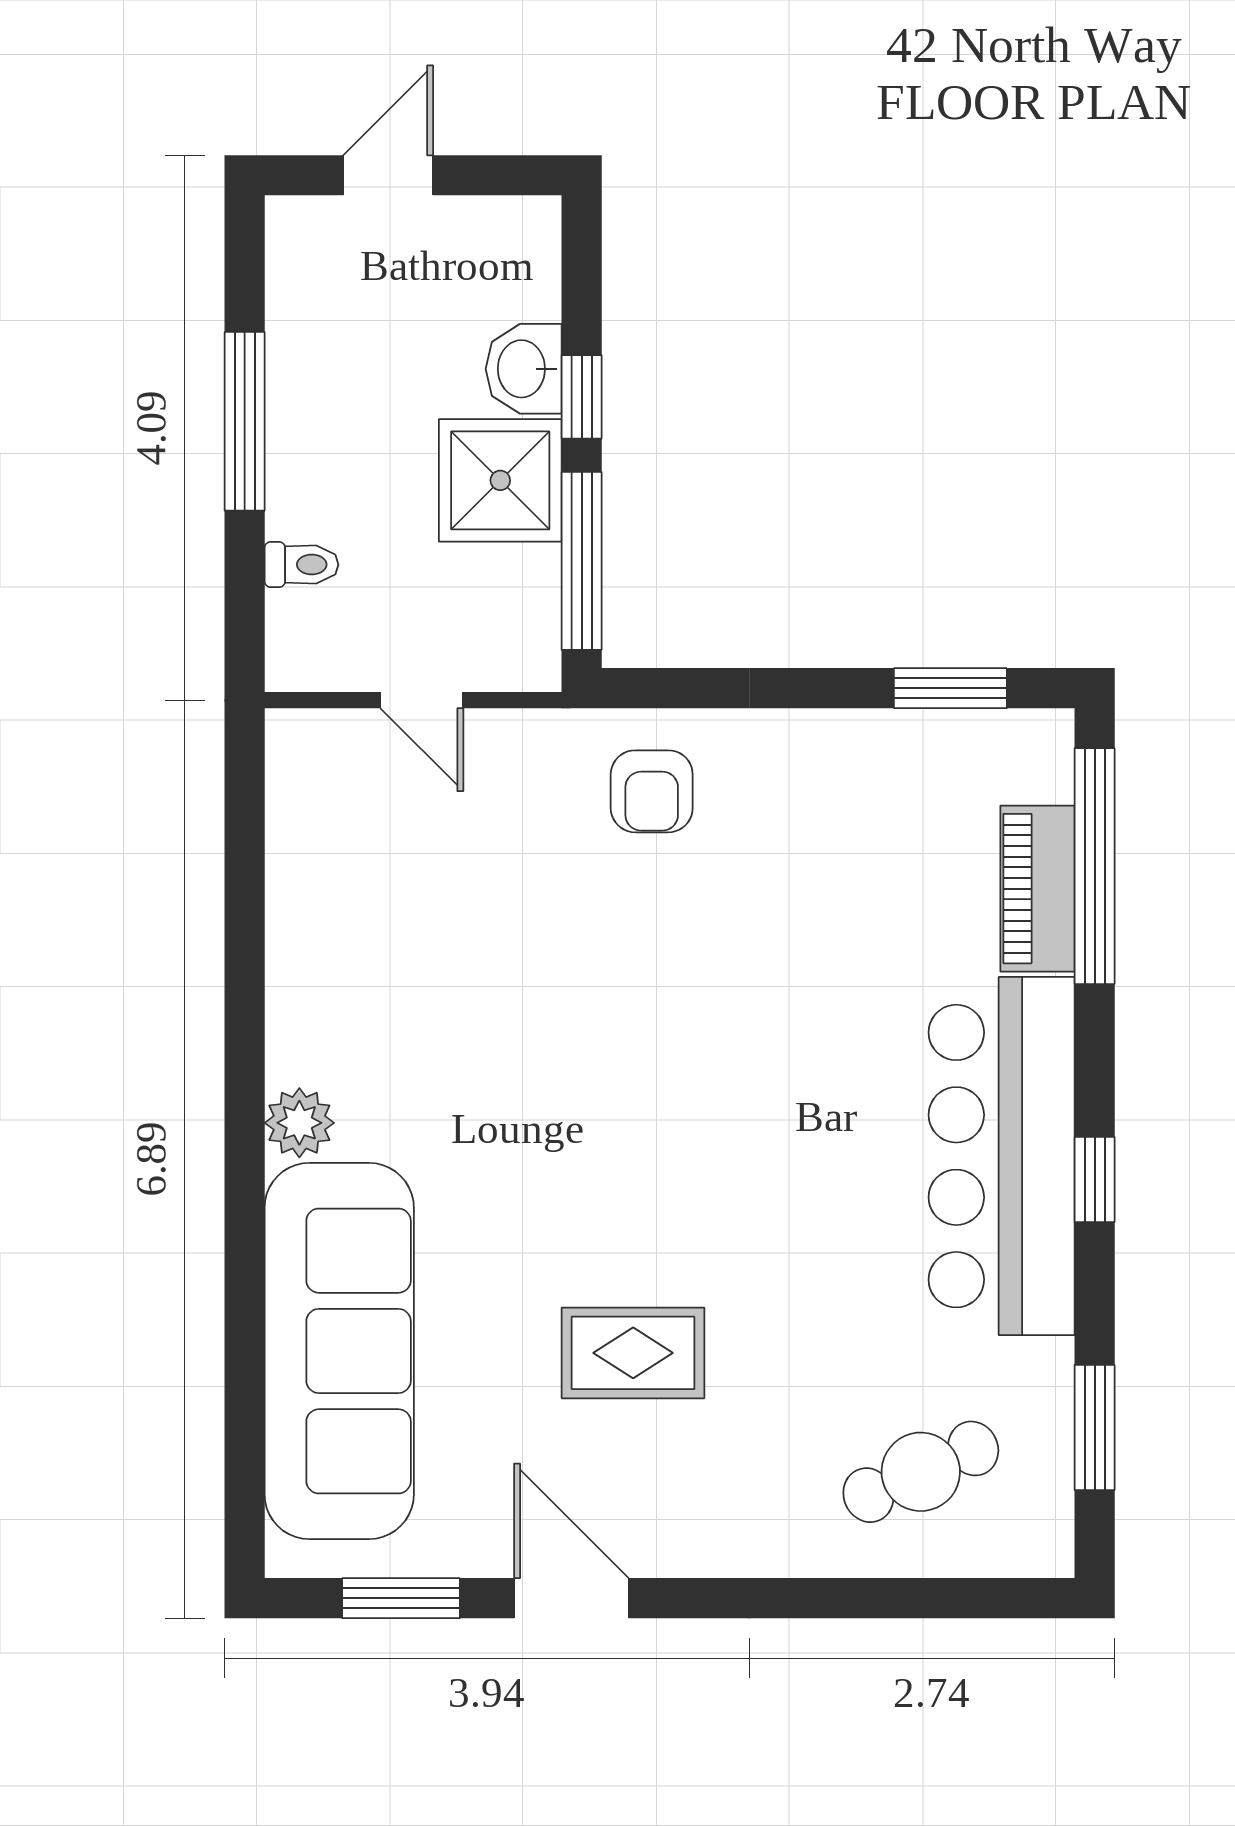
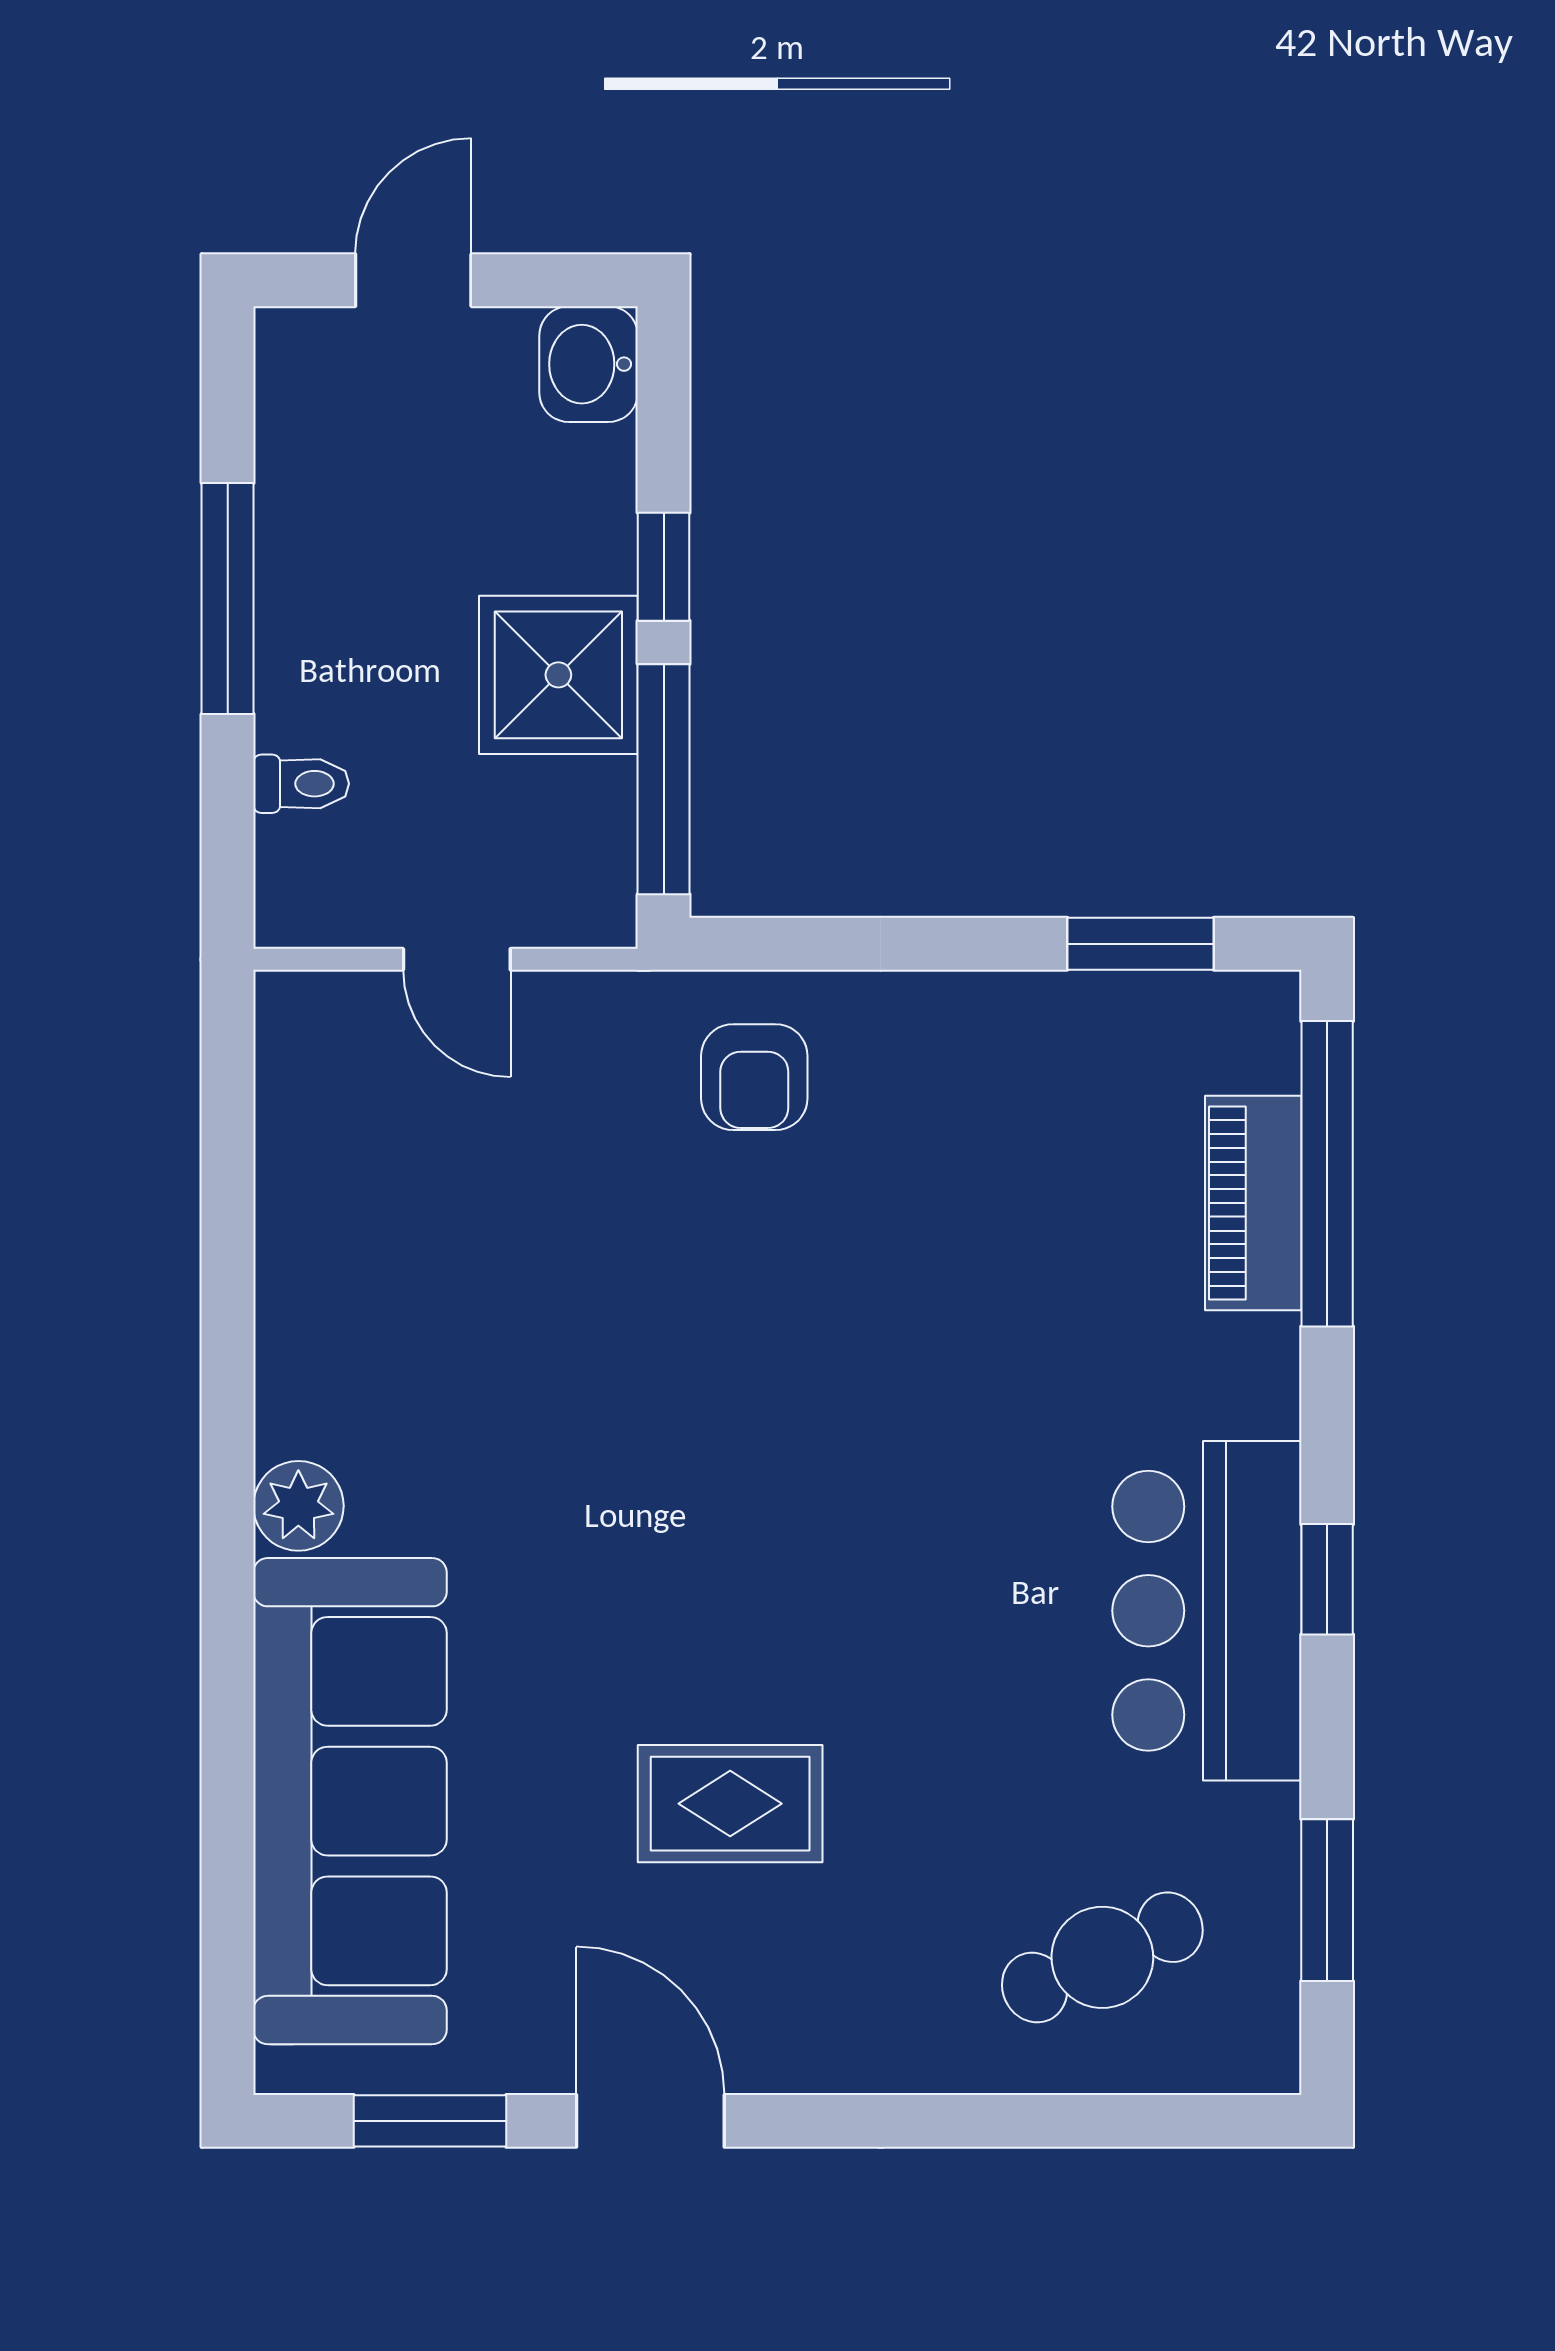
washbasin: (524, 369) -> (589, 364), moved
bar counter: (1002, 1156) -> (1207, 1611), width x0.73

